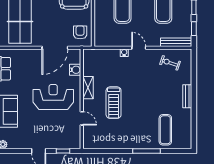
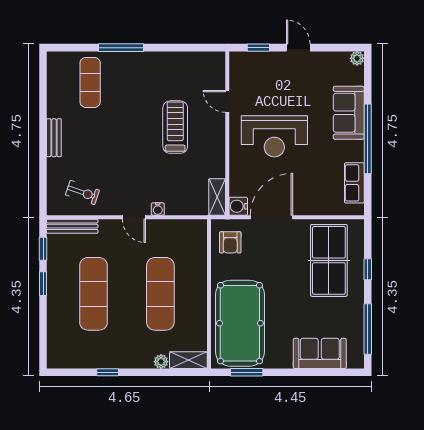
water cooler: (75, 70) -> (238, 206), moved
shelving: (88, 88) -> (217, 197), moved

